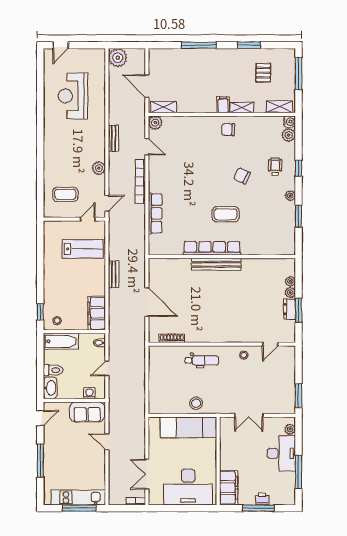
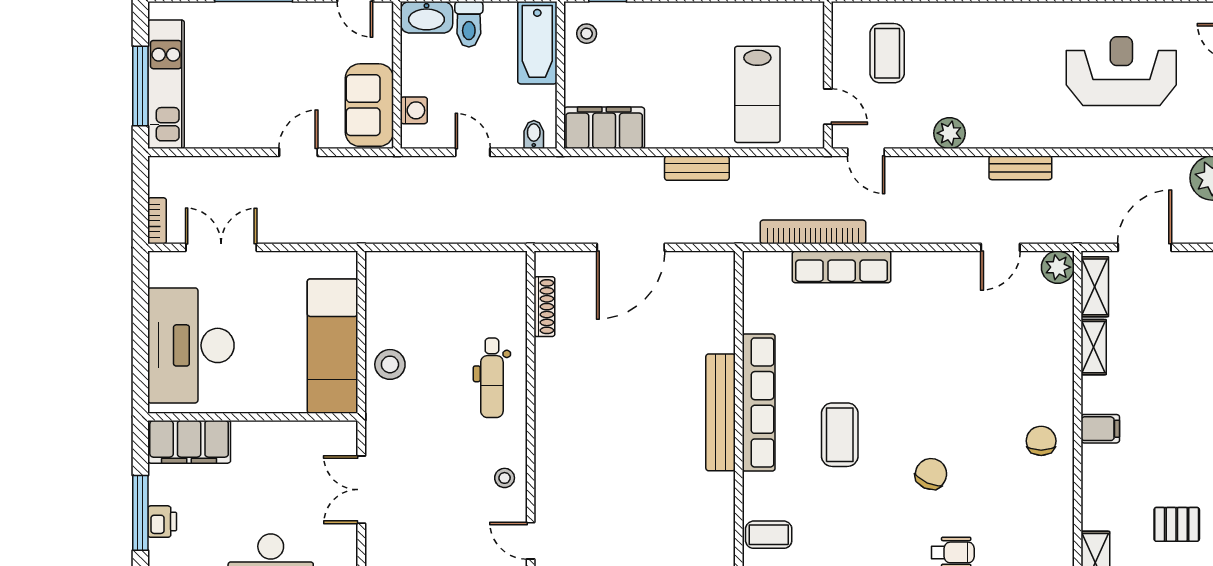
shelving: (242, 108) -> (1094, 347), moved
bookcase: (140, 182) -> (813, 232), moved
coffee table: (268, 244) -> (769, 535), added

